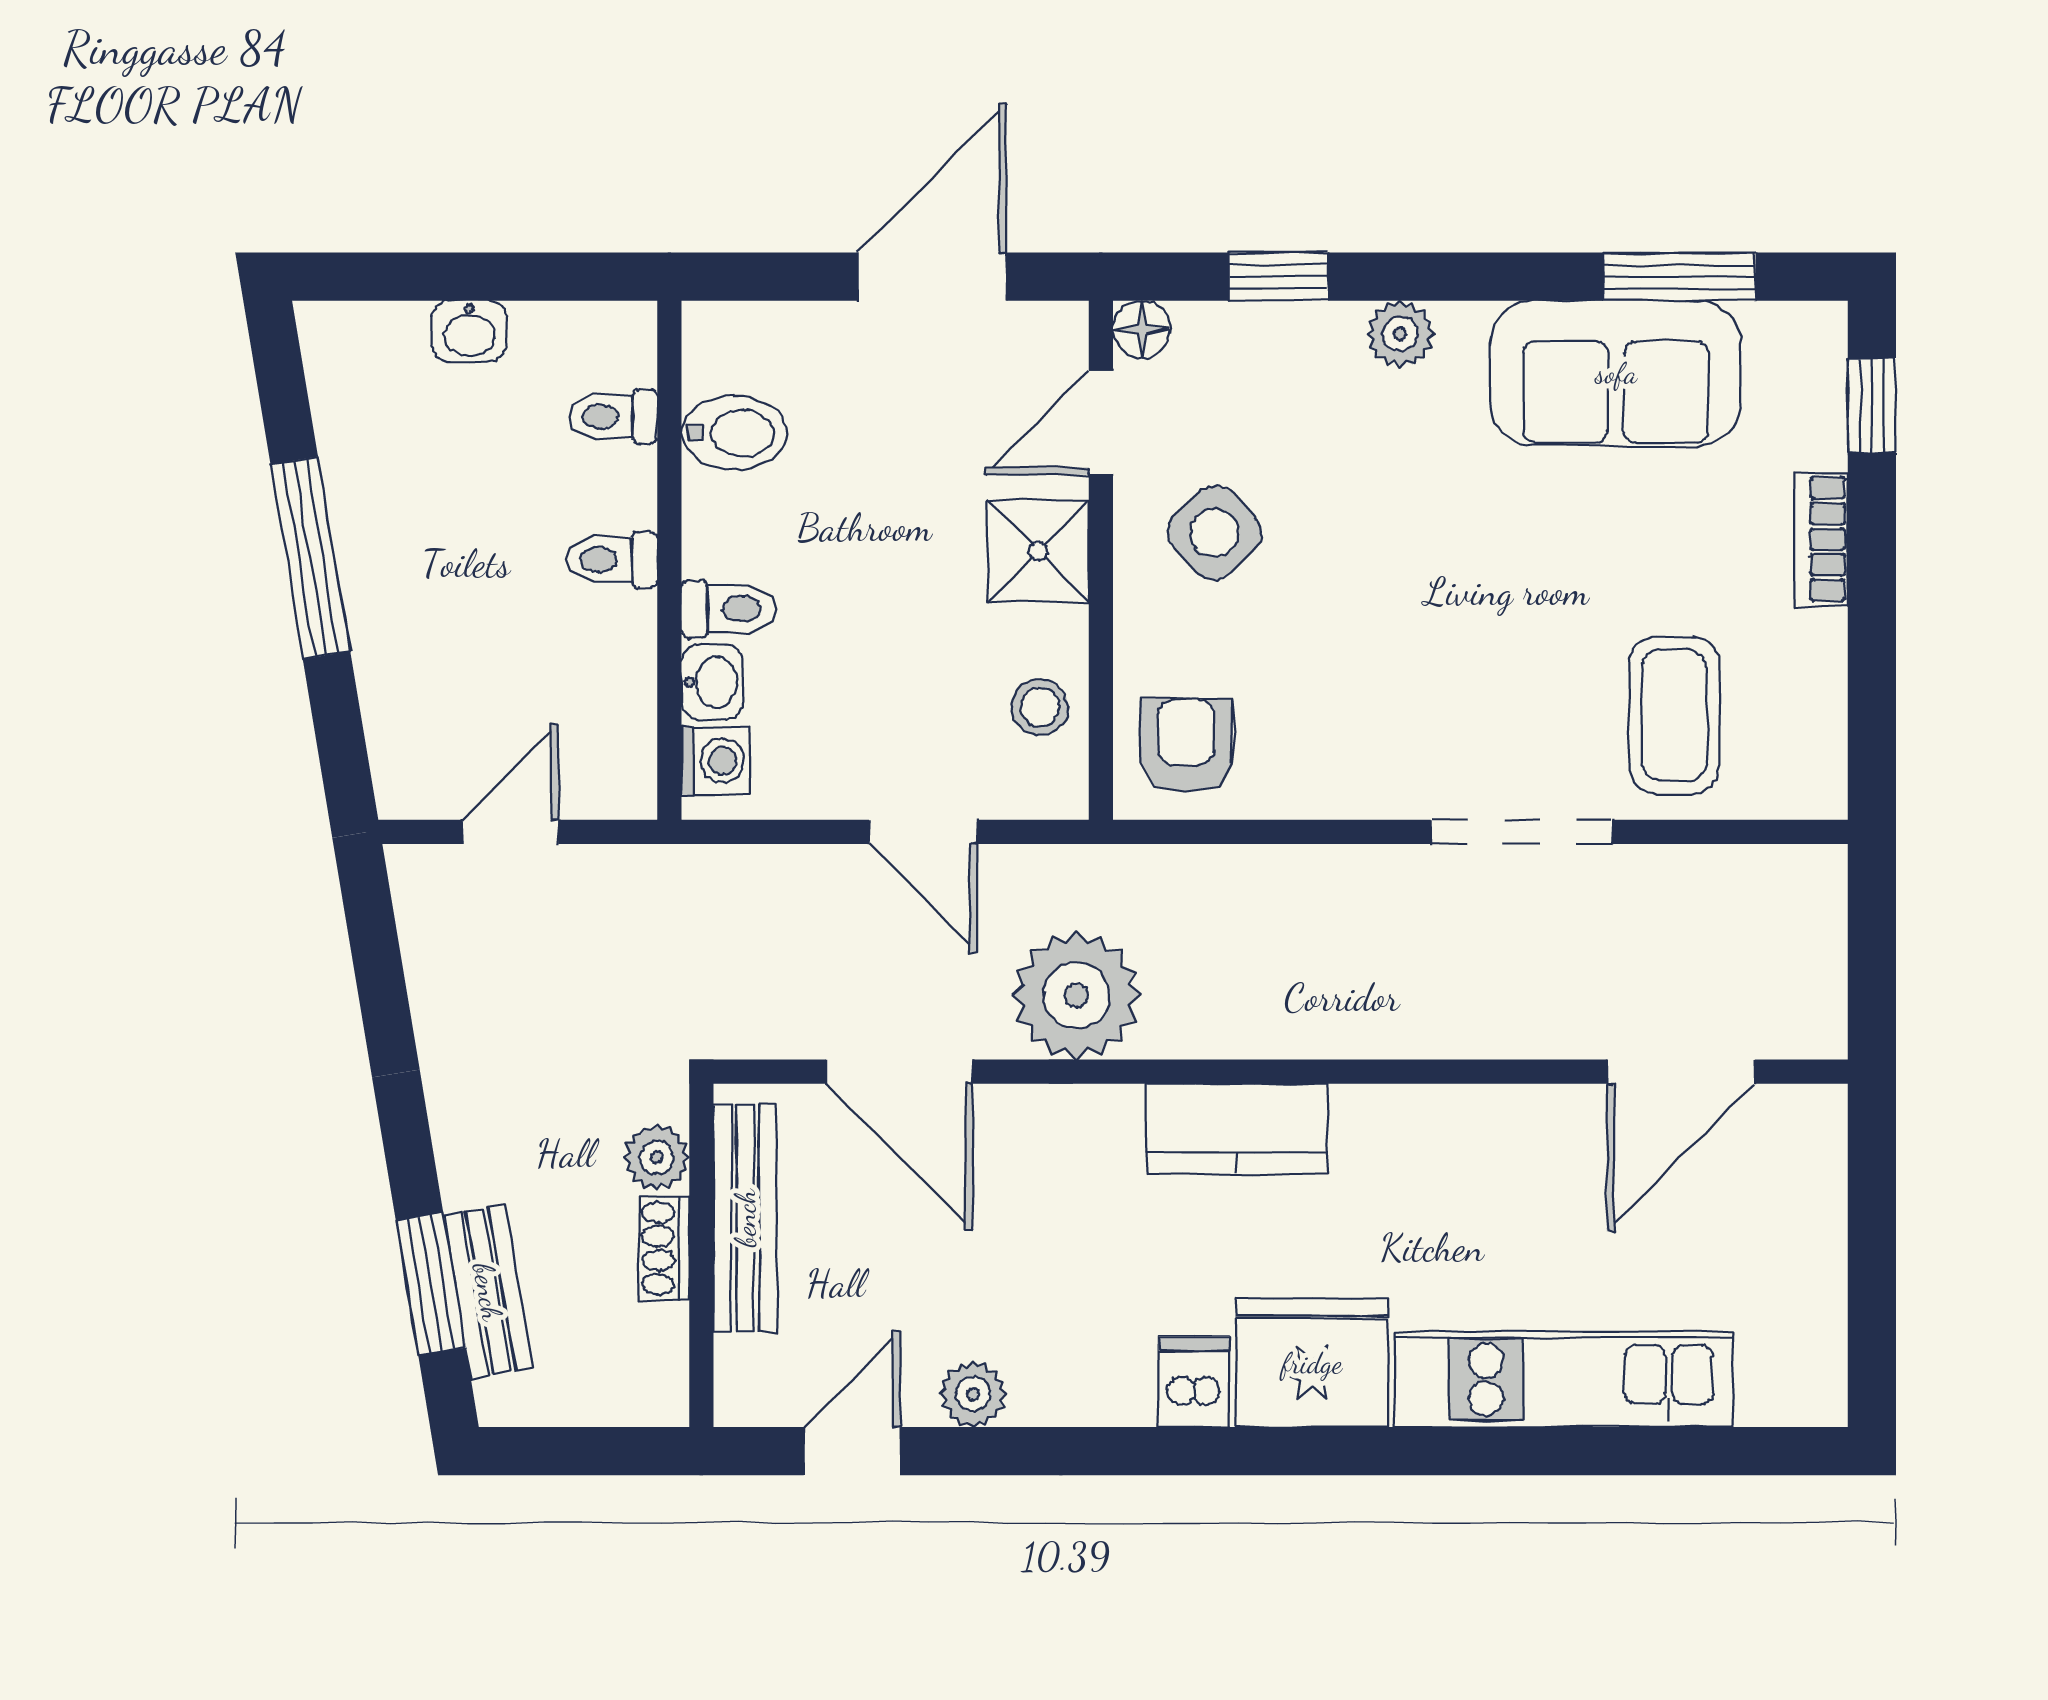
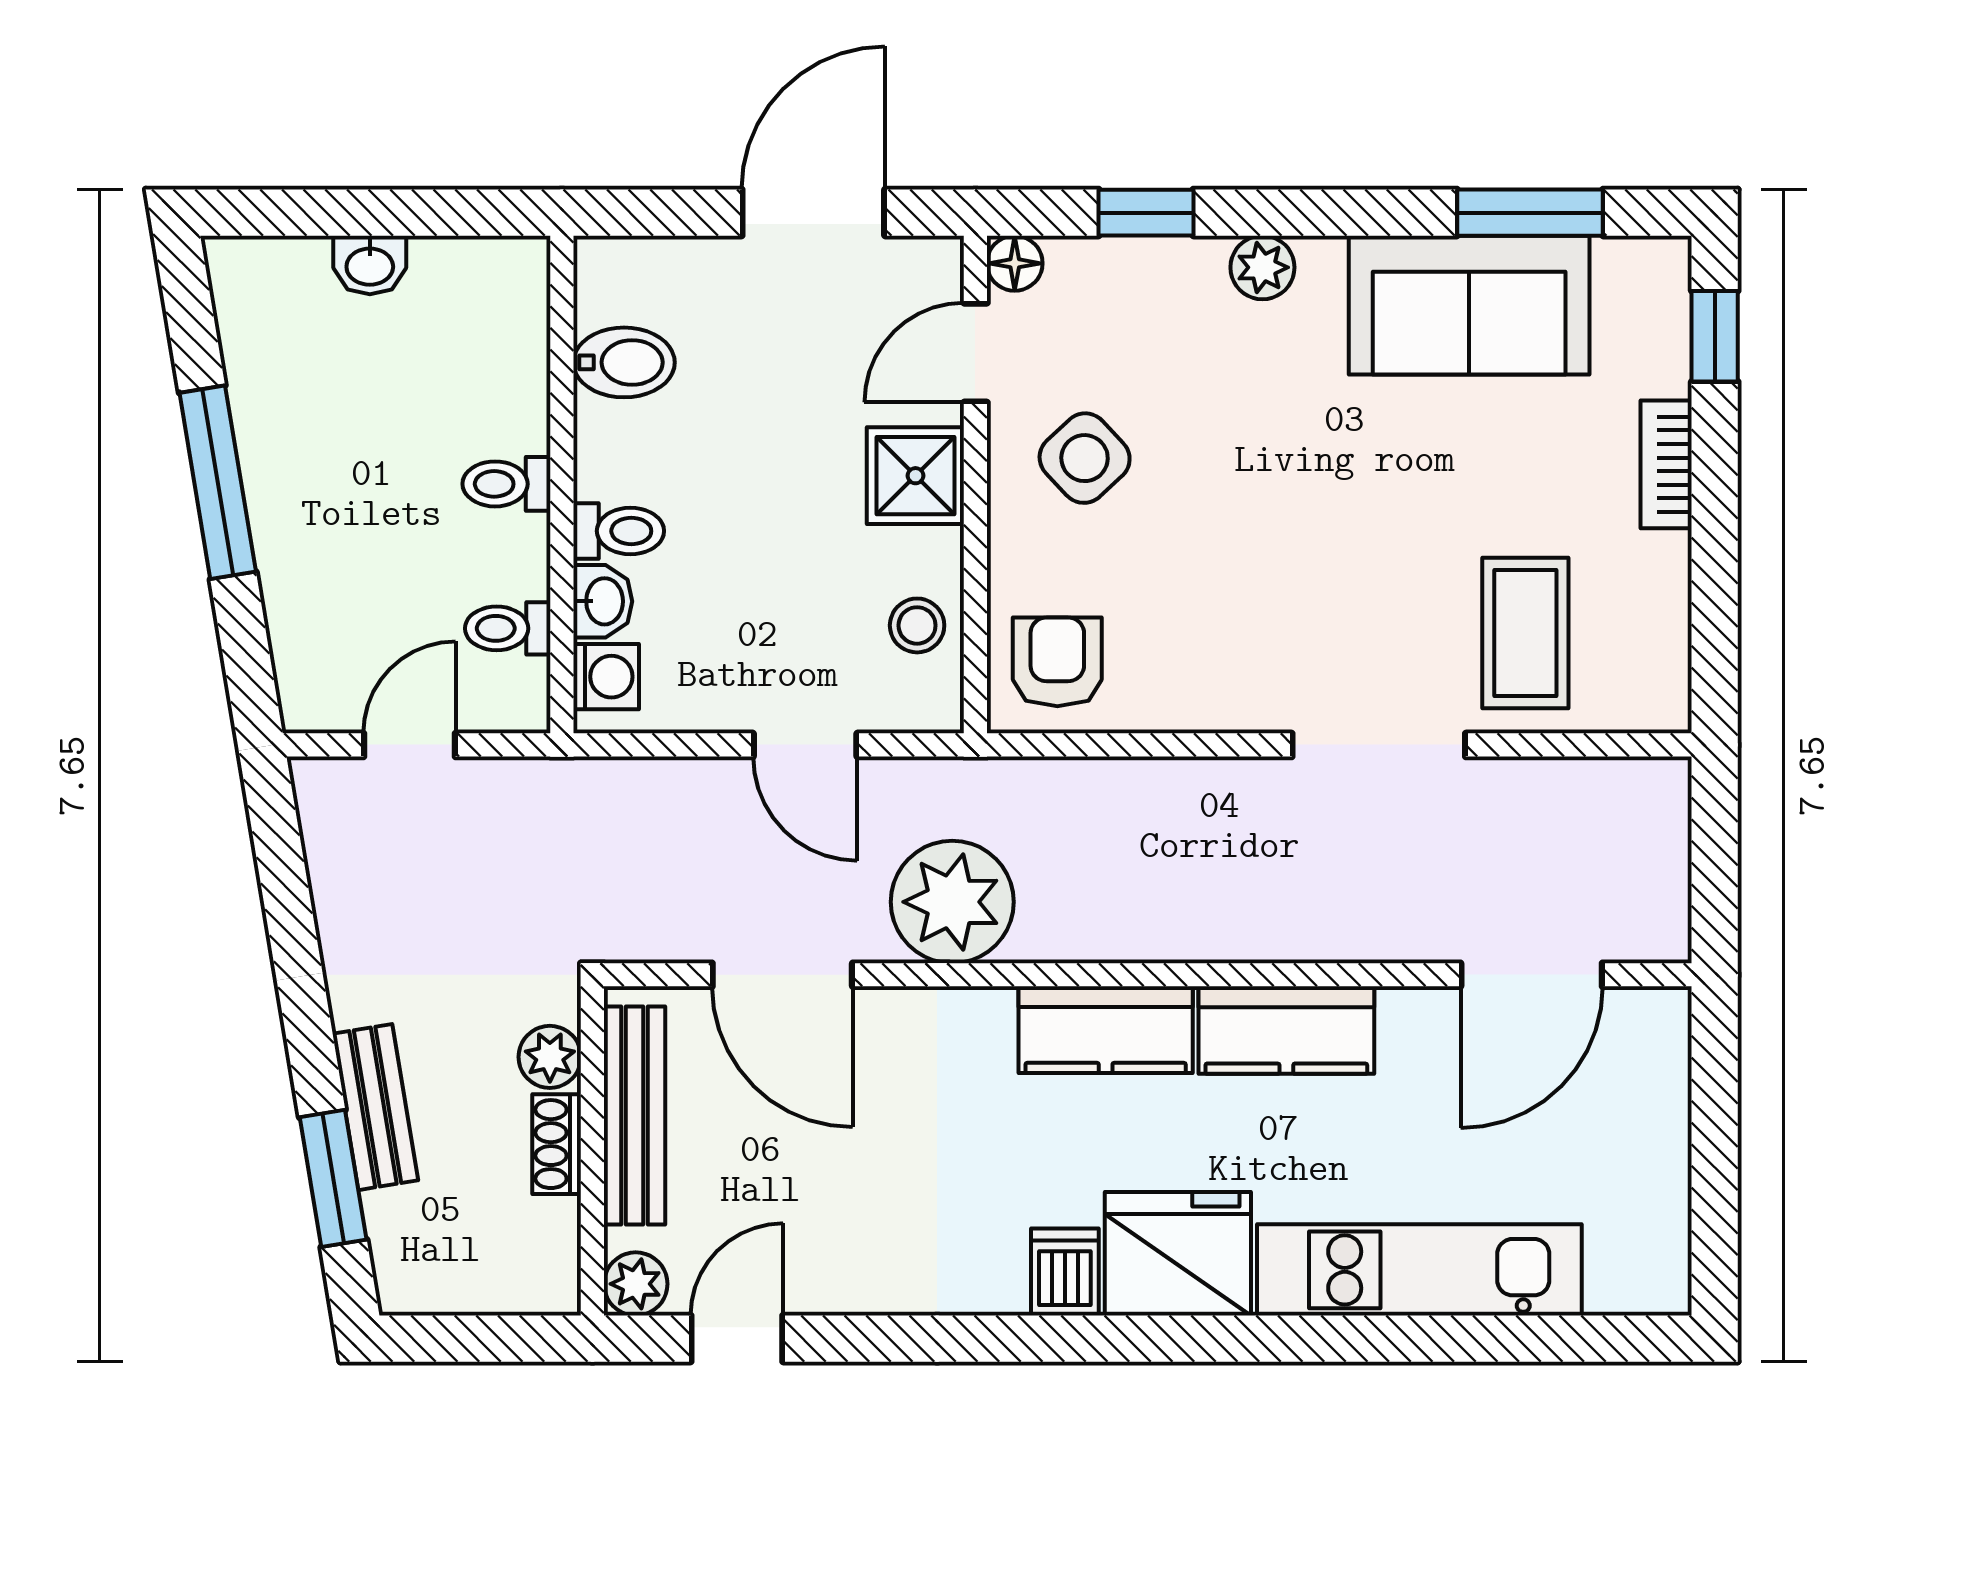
toilet: (613, 417) -> (508, 628), moved
kitchen counter: (1425, 1129) -> (1286, 1030), added
bench: (488, 1292) -> (375, 1107), moved
plant: (973, 1394) -> (636, 1284), moved

